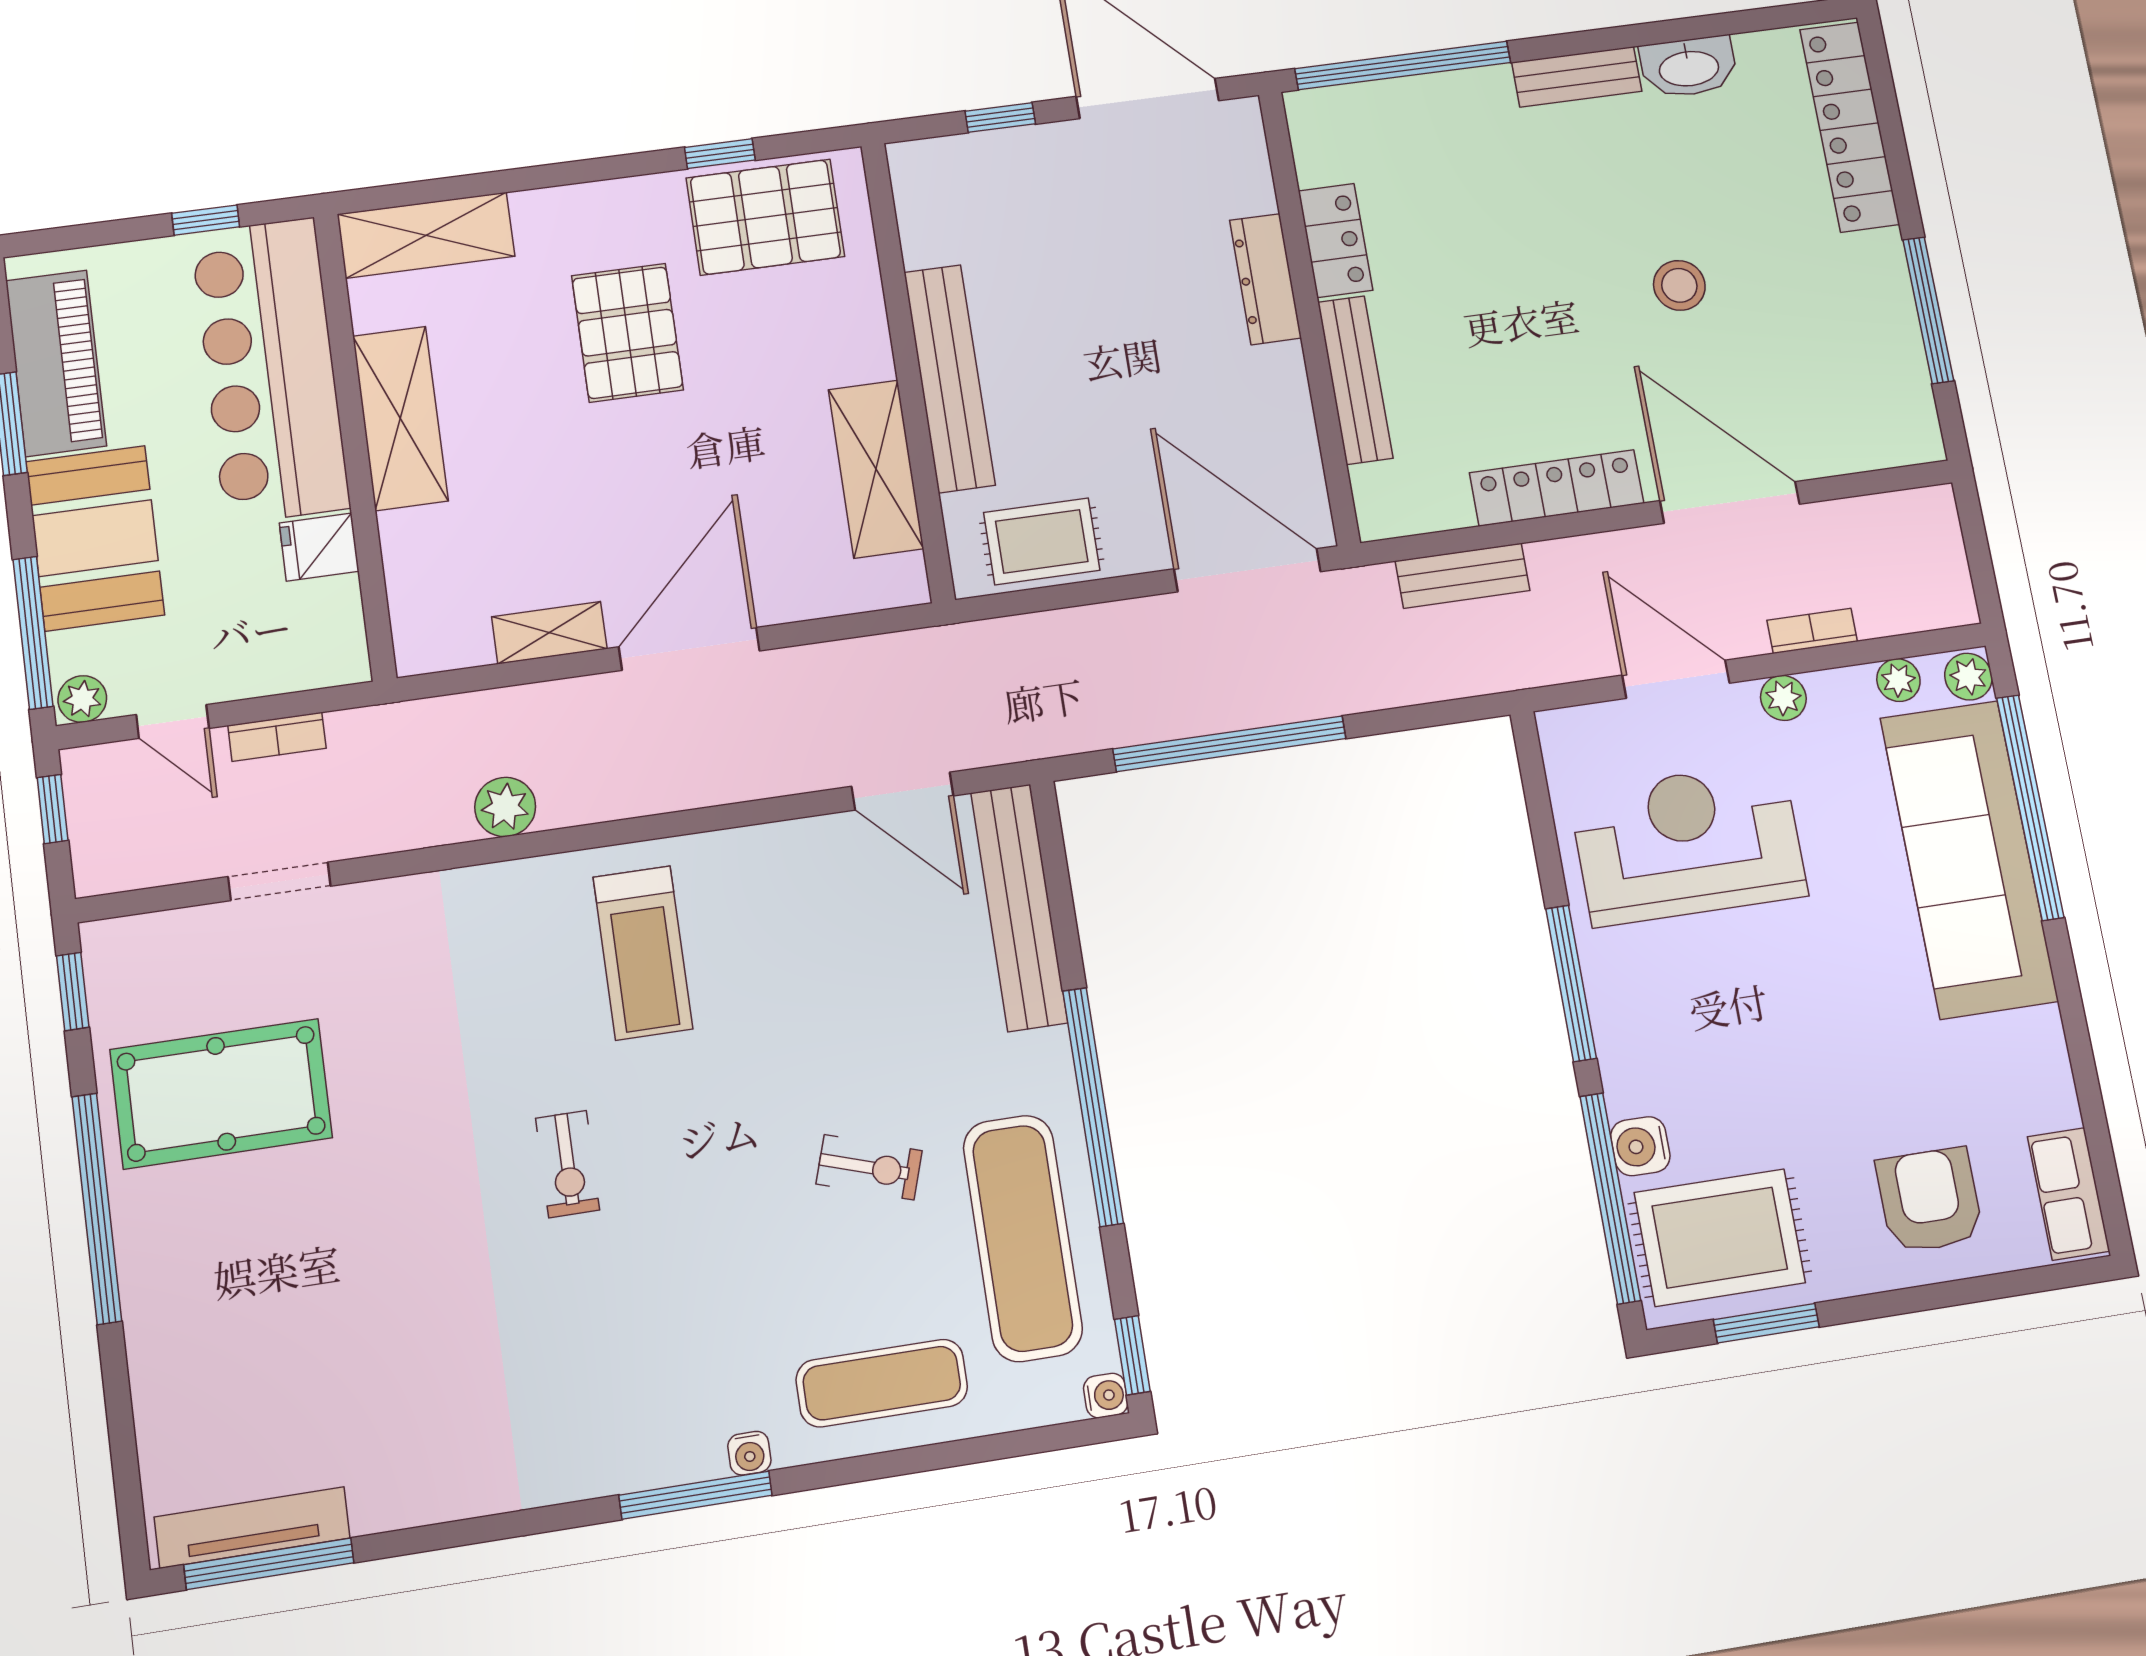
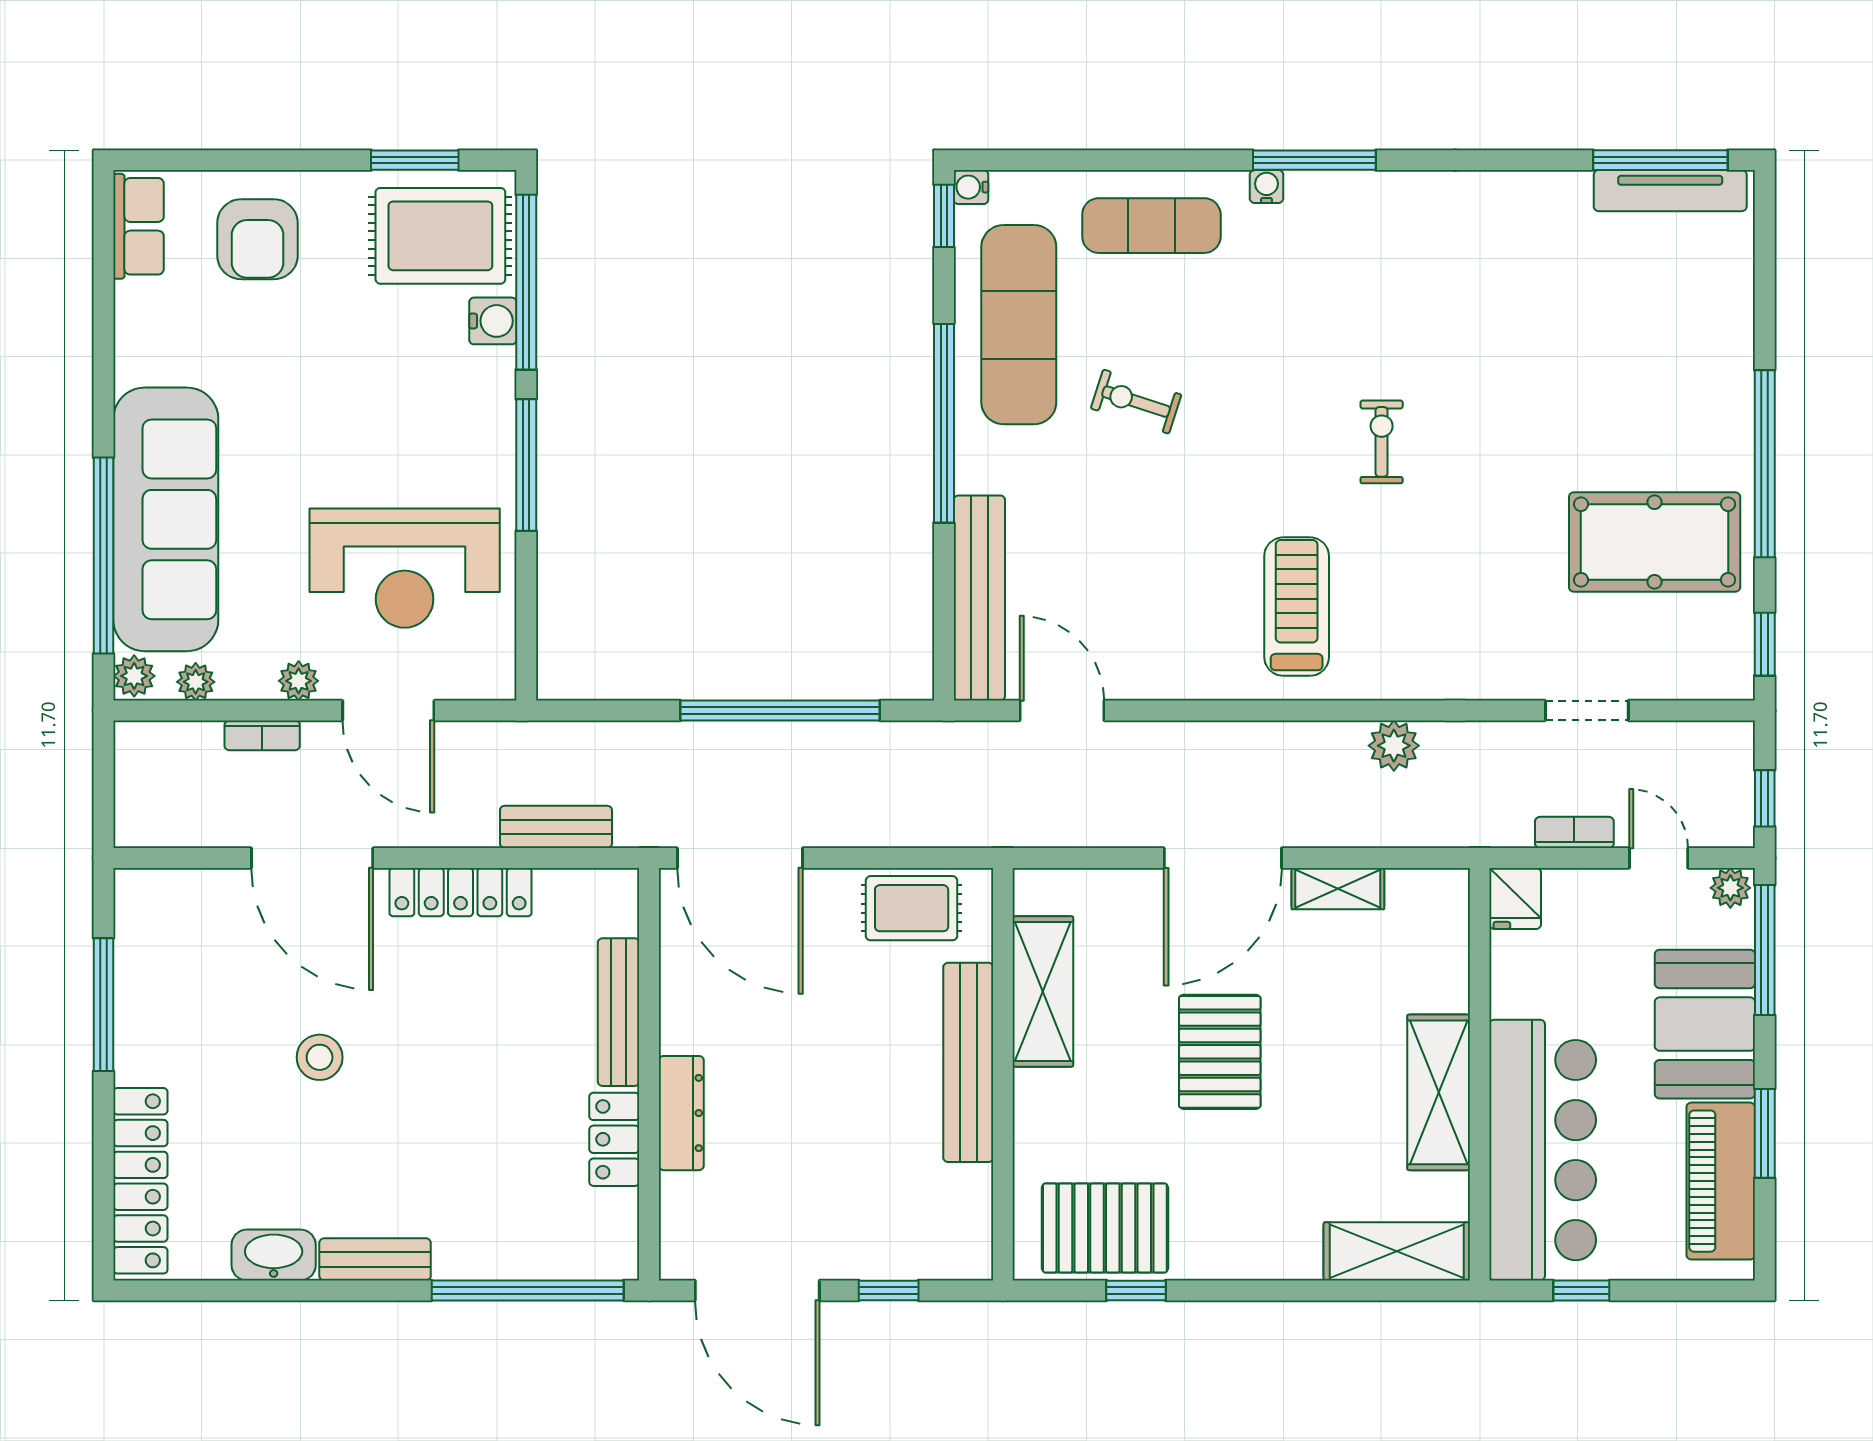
pallet: (627, 333) -> (1220, 1052), moved
fridge: (319, 547) -> (1515, 898), moved, turned 90

